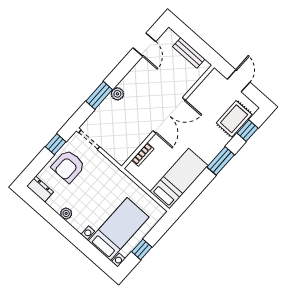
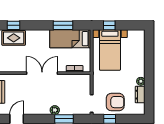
window: (221, 161) -> (63, 25), moved
dresser: (40, 189) -> (140, 95), moved
bed with nightstands: (119, 229) -> (110, 50), moved, turned -90
window: (142, 249) -> (109, 25), moved

